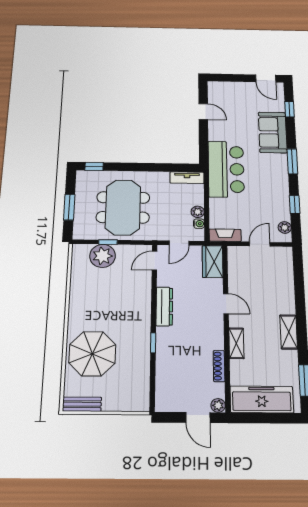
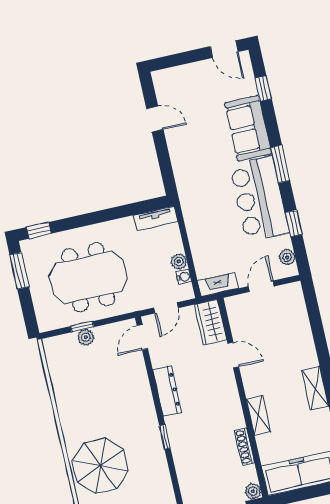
bar counter: (226, 169) -> (259, 199), moved, turned 180
window: (69, 207) -> (19, 271), moved
meeting table: (123, 207) -> (88, 277), turned 90
plant: (103, 256) -> (86, 337), width x0.53, depth x0.53
door: (226, 304) -> (233, 355), moved

